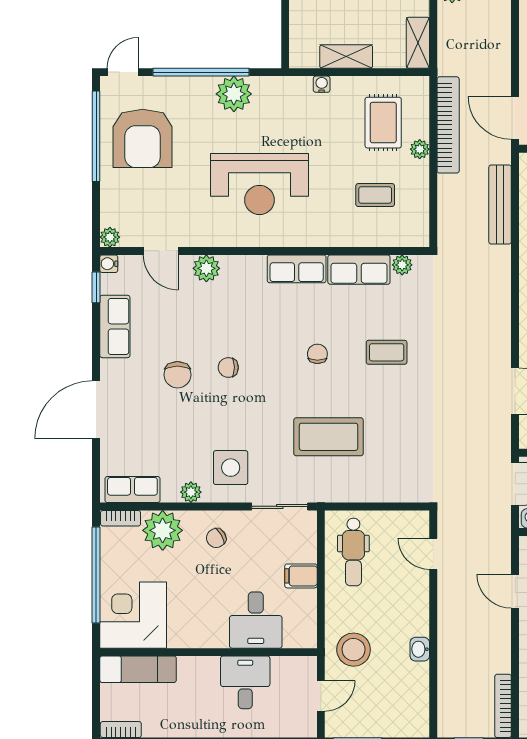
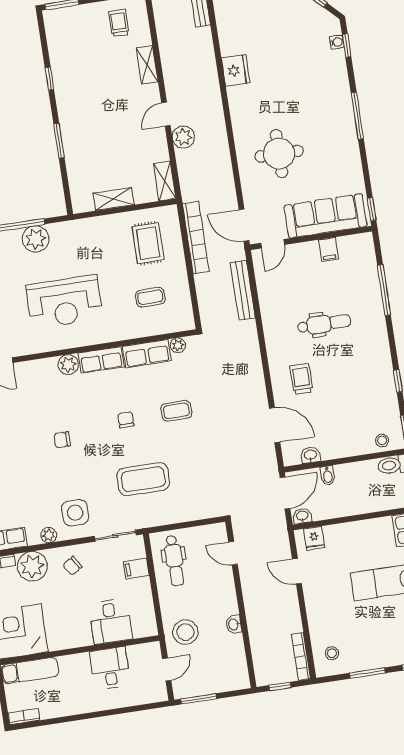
water cooler: (322, 84) -> (99, 222), removed
plant: (420, 149) -> (178, 259), removed
plant: (206, 268) -> (68, 365), moved
chair: (177, 375) -> (26, 451), removed
filing cabinet: (301, 576) -> (136, 569), moved

